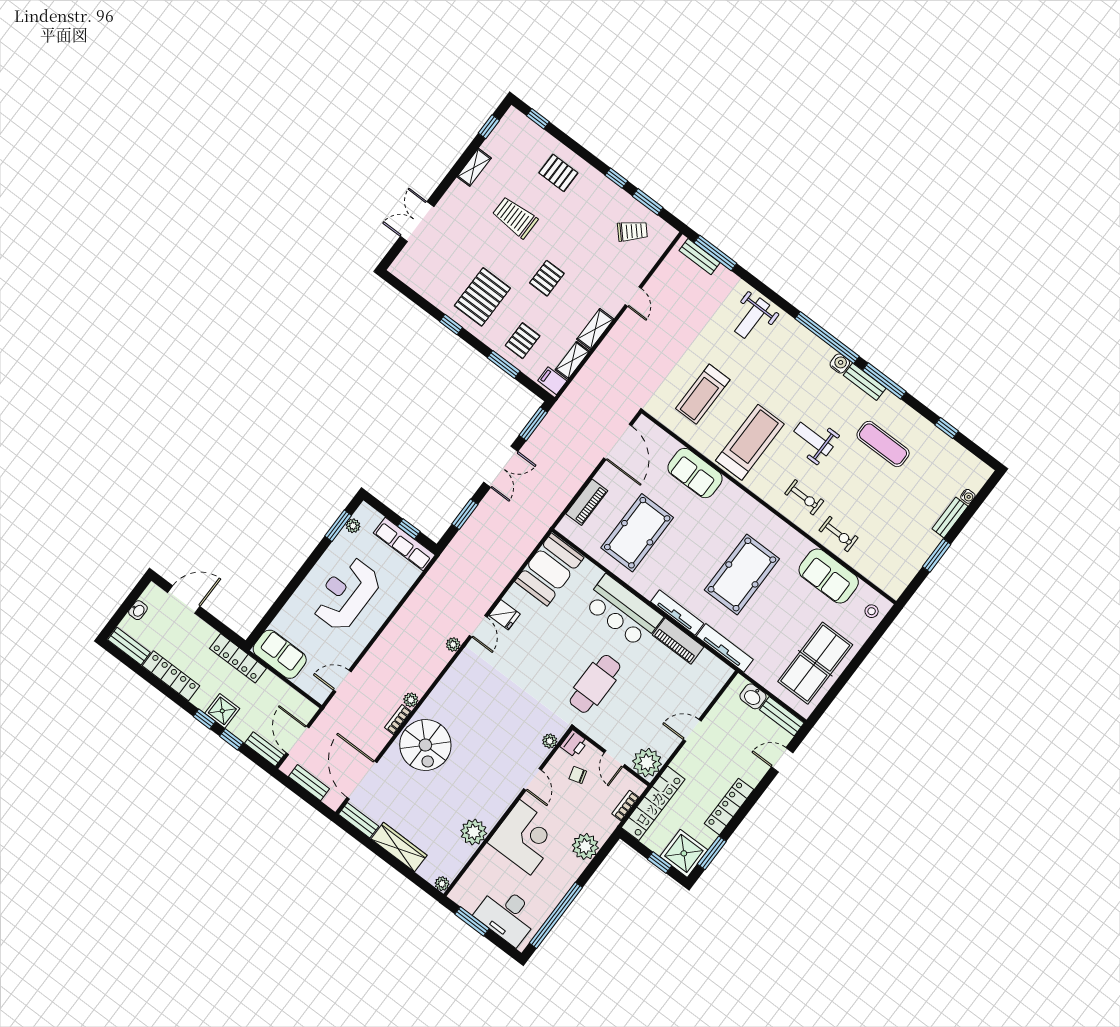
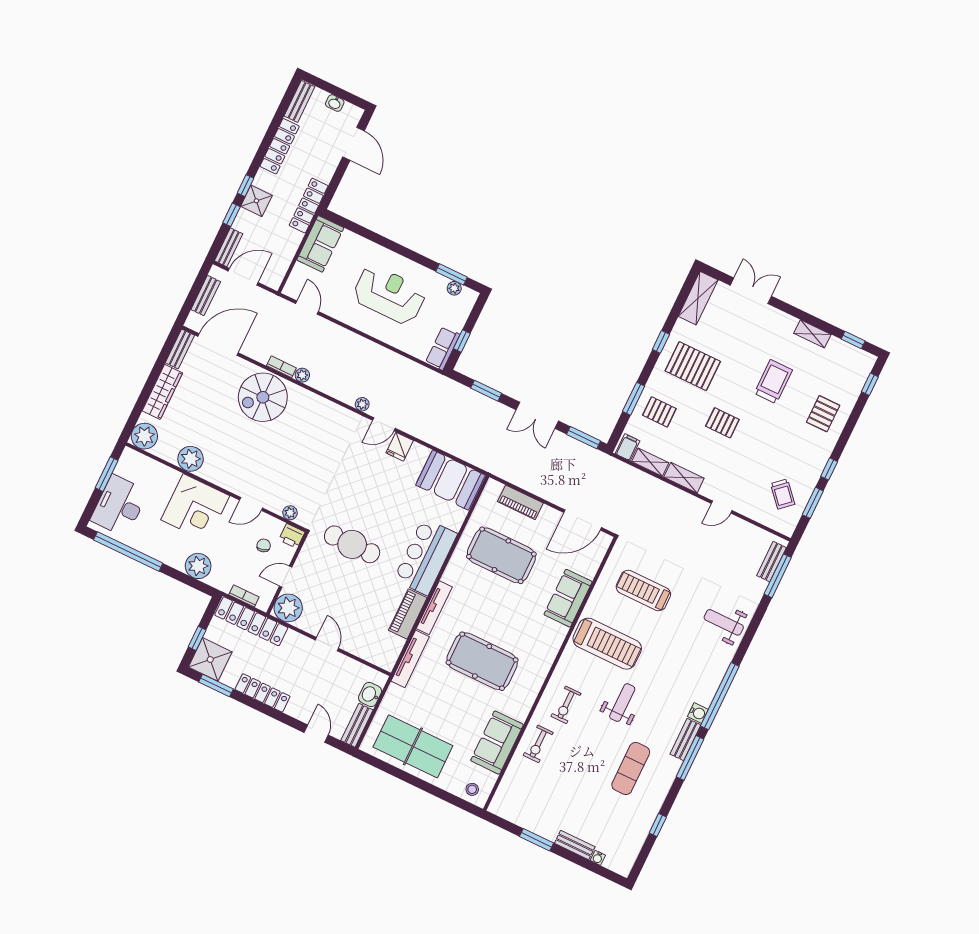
shelving: (414, 277) -> (698, 298), added
row of seats: (404, 544) -> (443, 348), width x0.68
plant: (442, 884) -> (144, 436), width x1.87, depth x1.87

